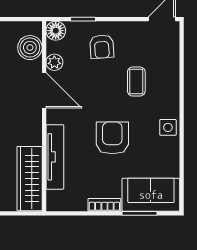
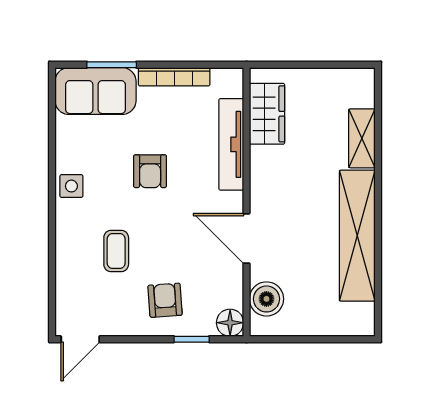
plant: (54, 62) -> (232, 278), removed
armchair: (112, 138) -> (150, 171), width x0.72, depth x0.72
wardrobe: (30, 179) -> (267, 114), width x0.67
bookcase: (104, 205) -> (174, 77), width x1.56

